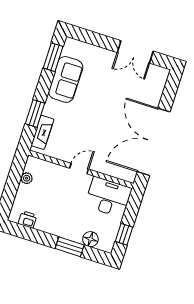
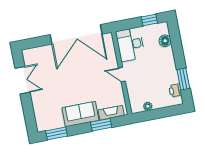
sofa: (66, 79) -> (80, 114), moved
window: (70, 247) -> (183, 79), moved

